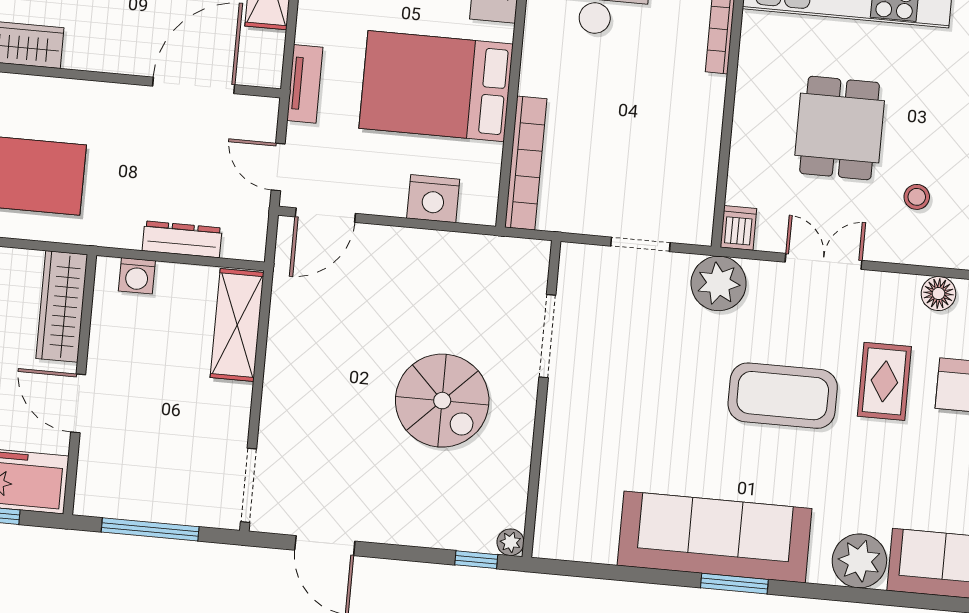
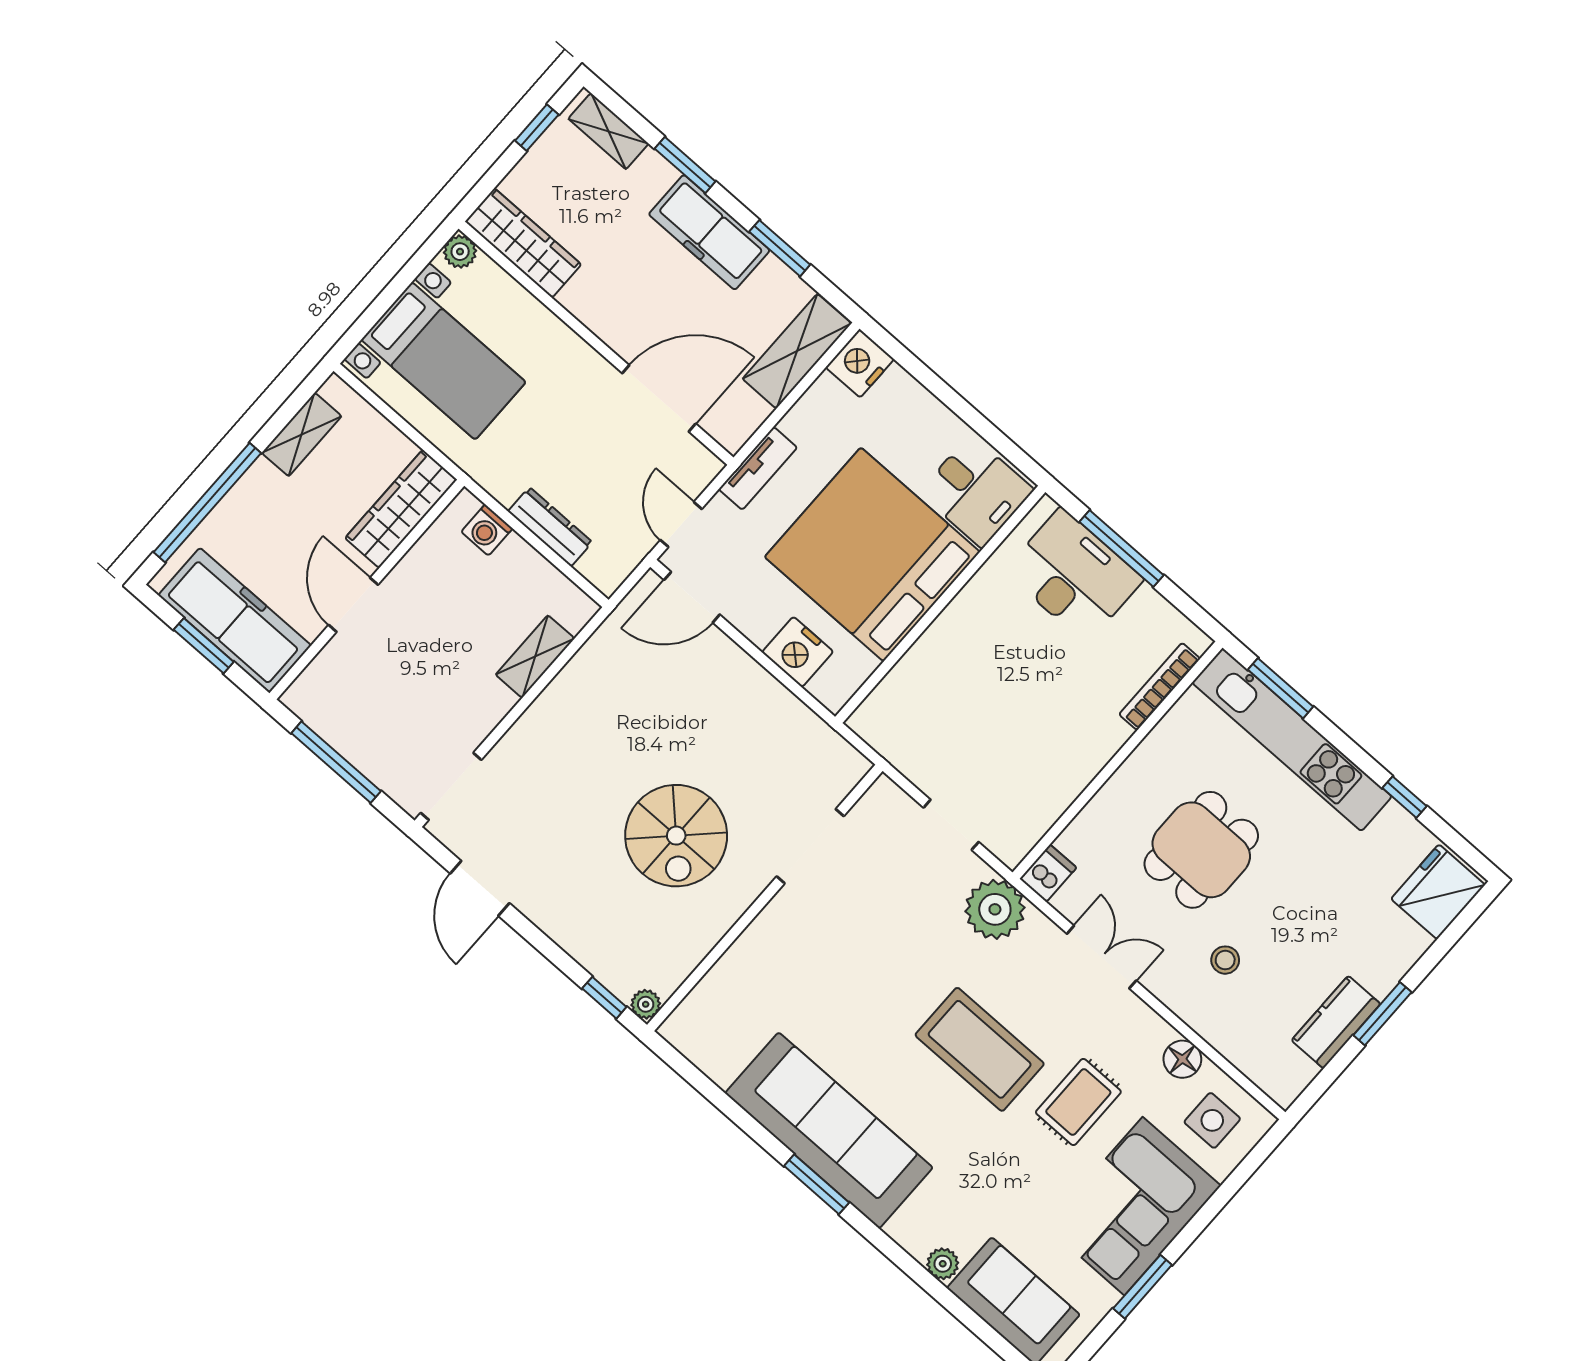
bed: (436, 86) -> (872, 554), width x1.36
bookcase: (526, 163) -> (902, 680), removed
shelving: (237, 325) -> (535, 657), width x0.67, depth x0.75
plant: (859, 561) -> (943, 1264), width x0.53, depth x0.53

